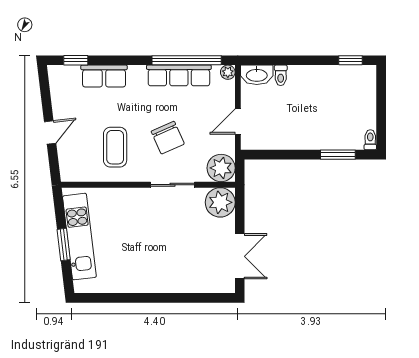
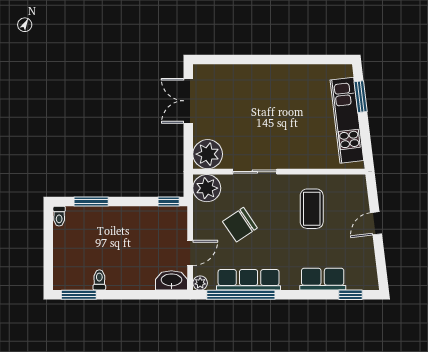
window: (350, 60) -> (79, 295), width x1.50
toilet: (281, 75) -> (99, 280), moved
door: (238, 122) -> (190, 253), moved
chair: (168, 138) -> (240, 225), moved, turned -100
window: (260, 155) -> (169, 201), added
window: (64, 244) -> (361, 97), moved

